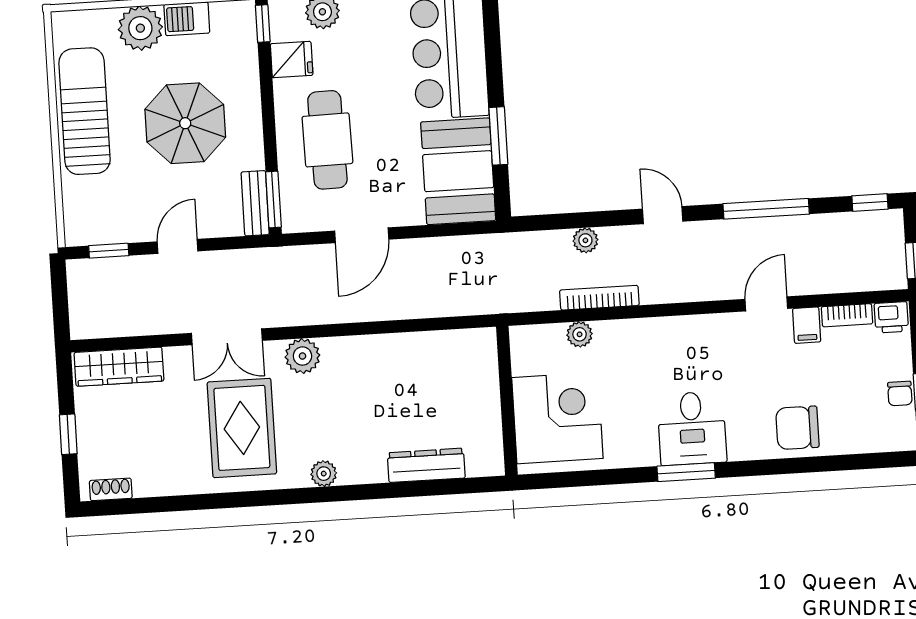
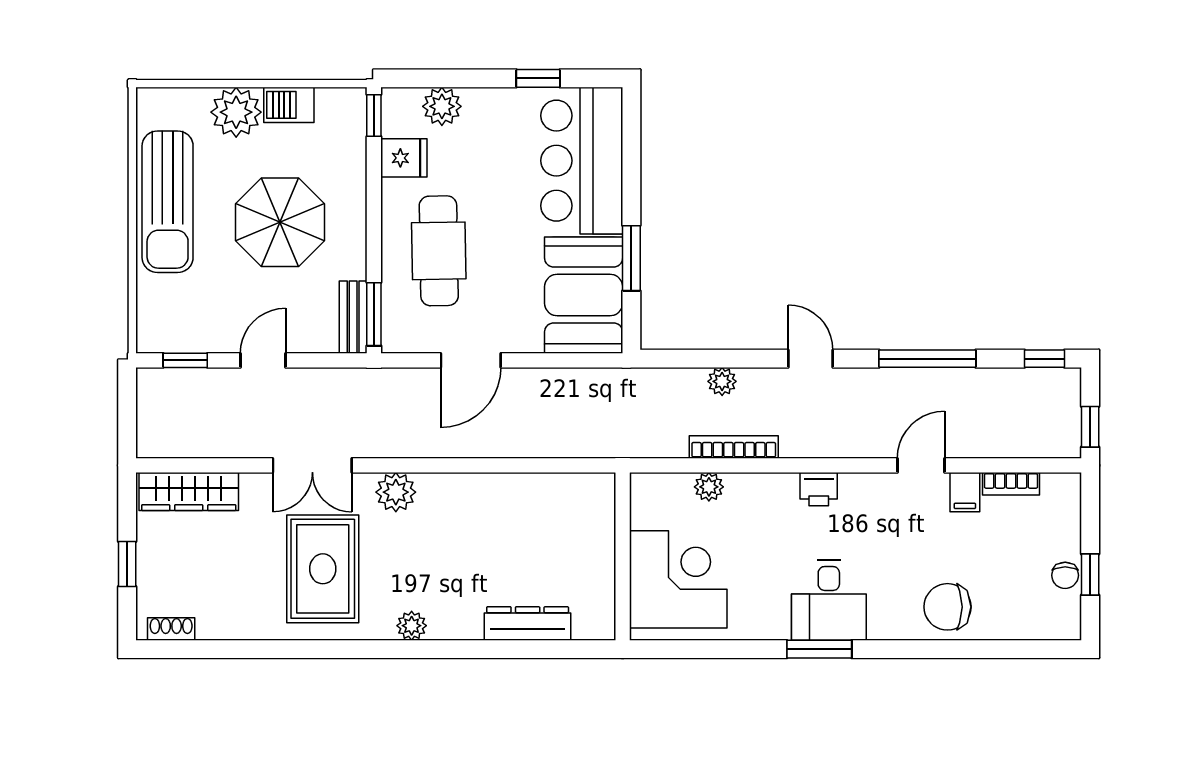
sun lounger: (85, 111) -> (168, 202), turned 180
printer: (891, 317) -> (819, 489), moved

